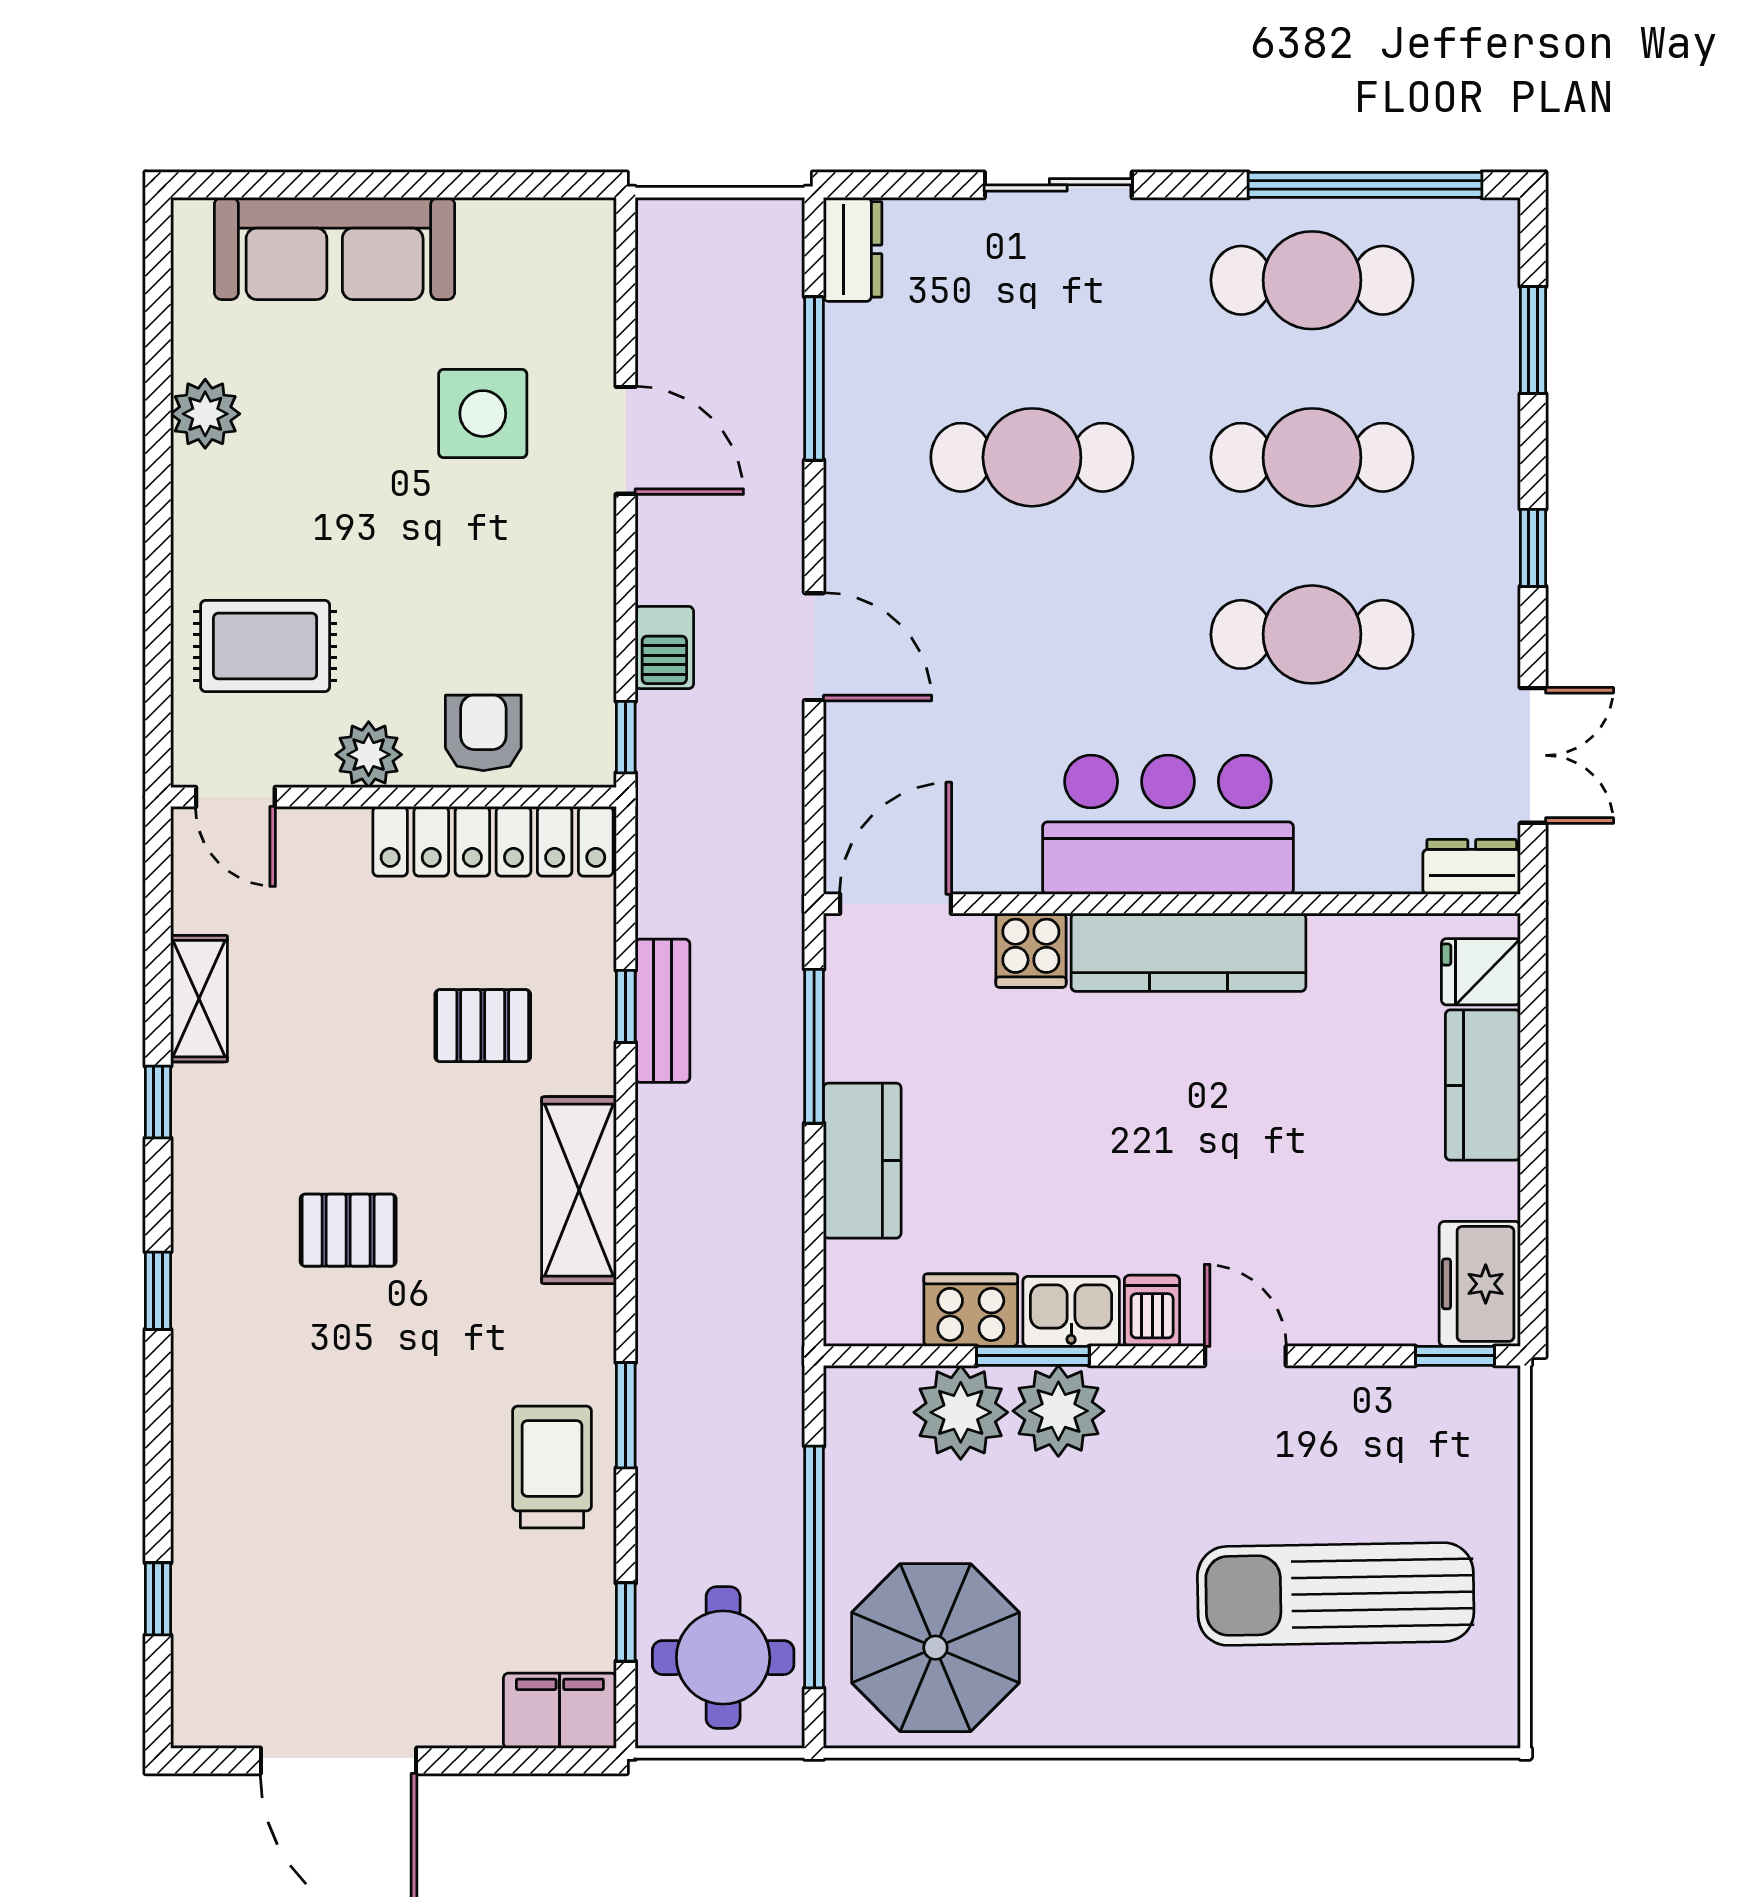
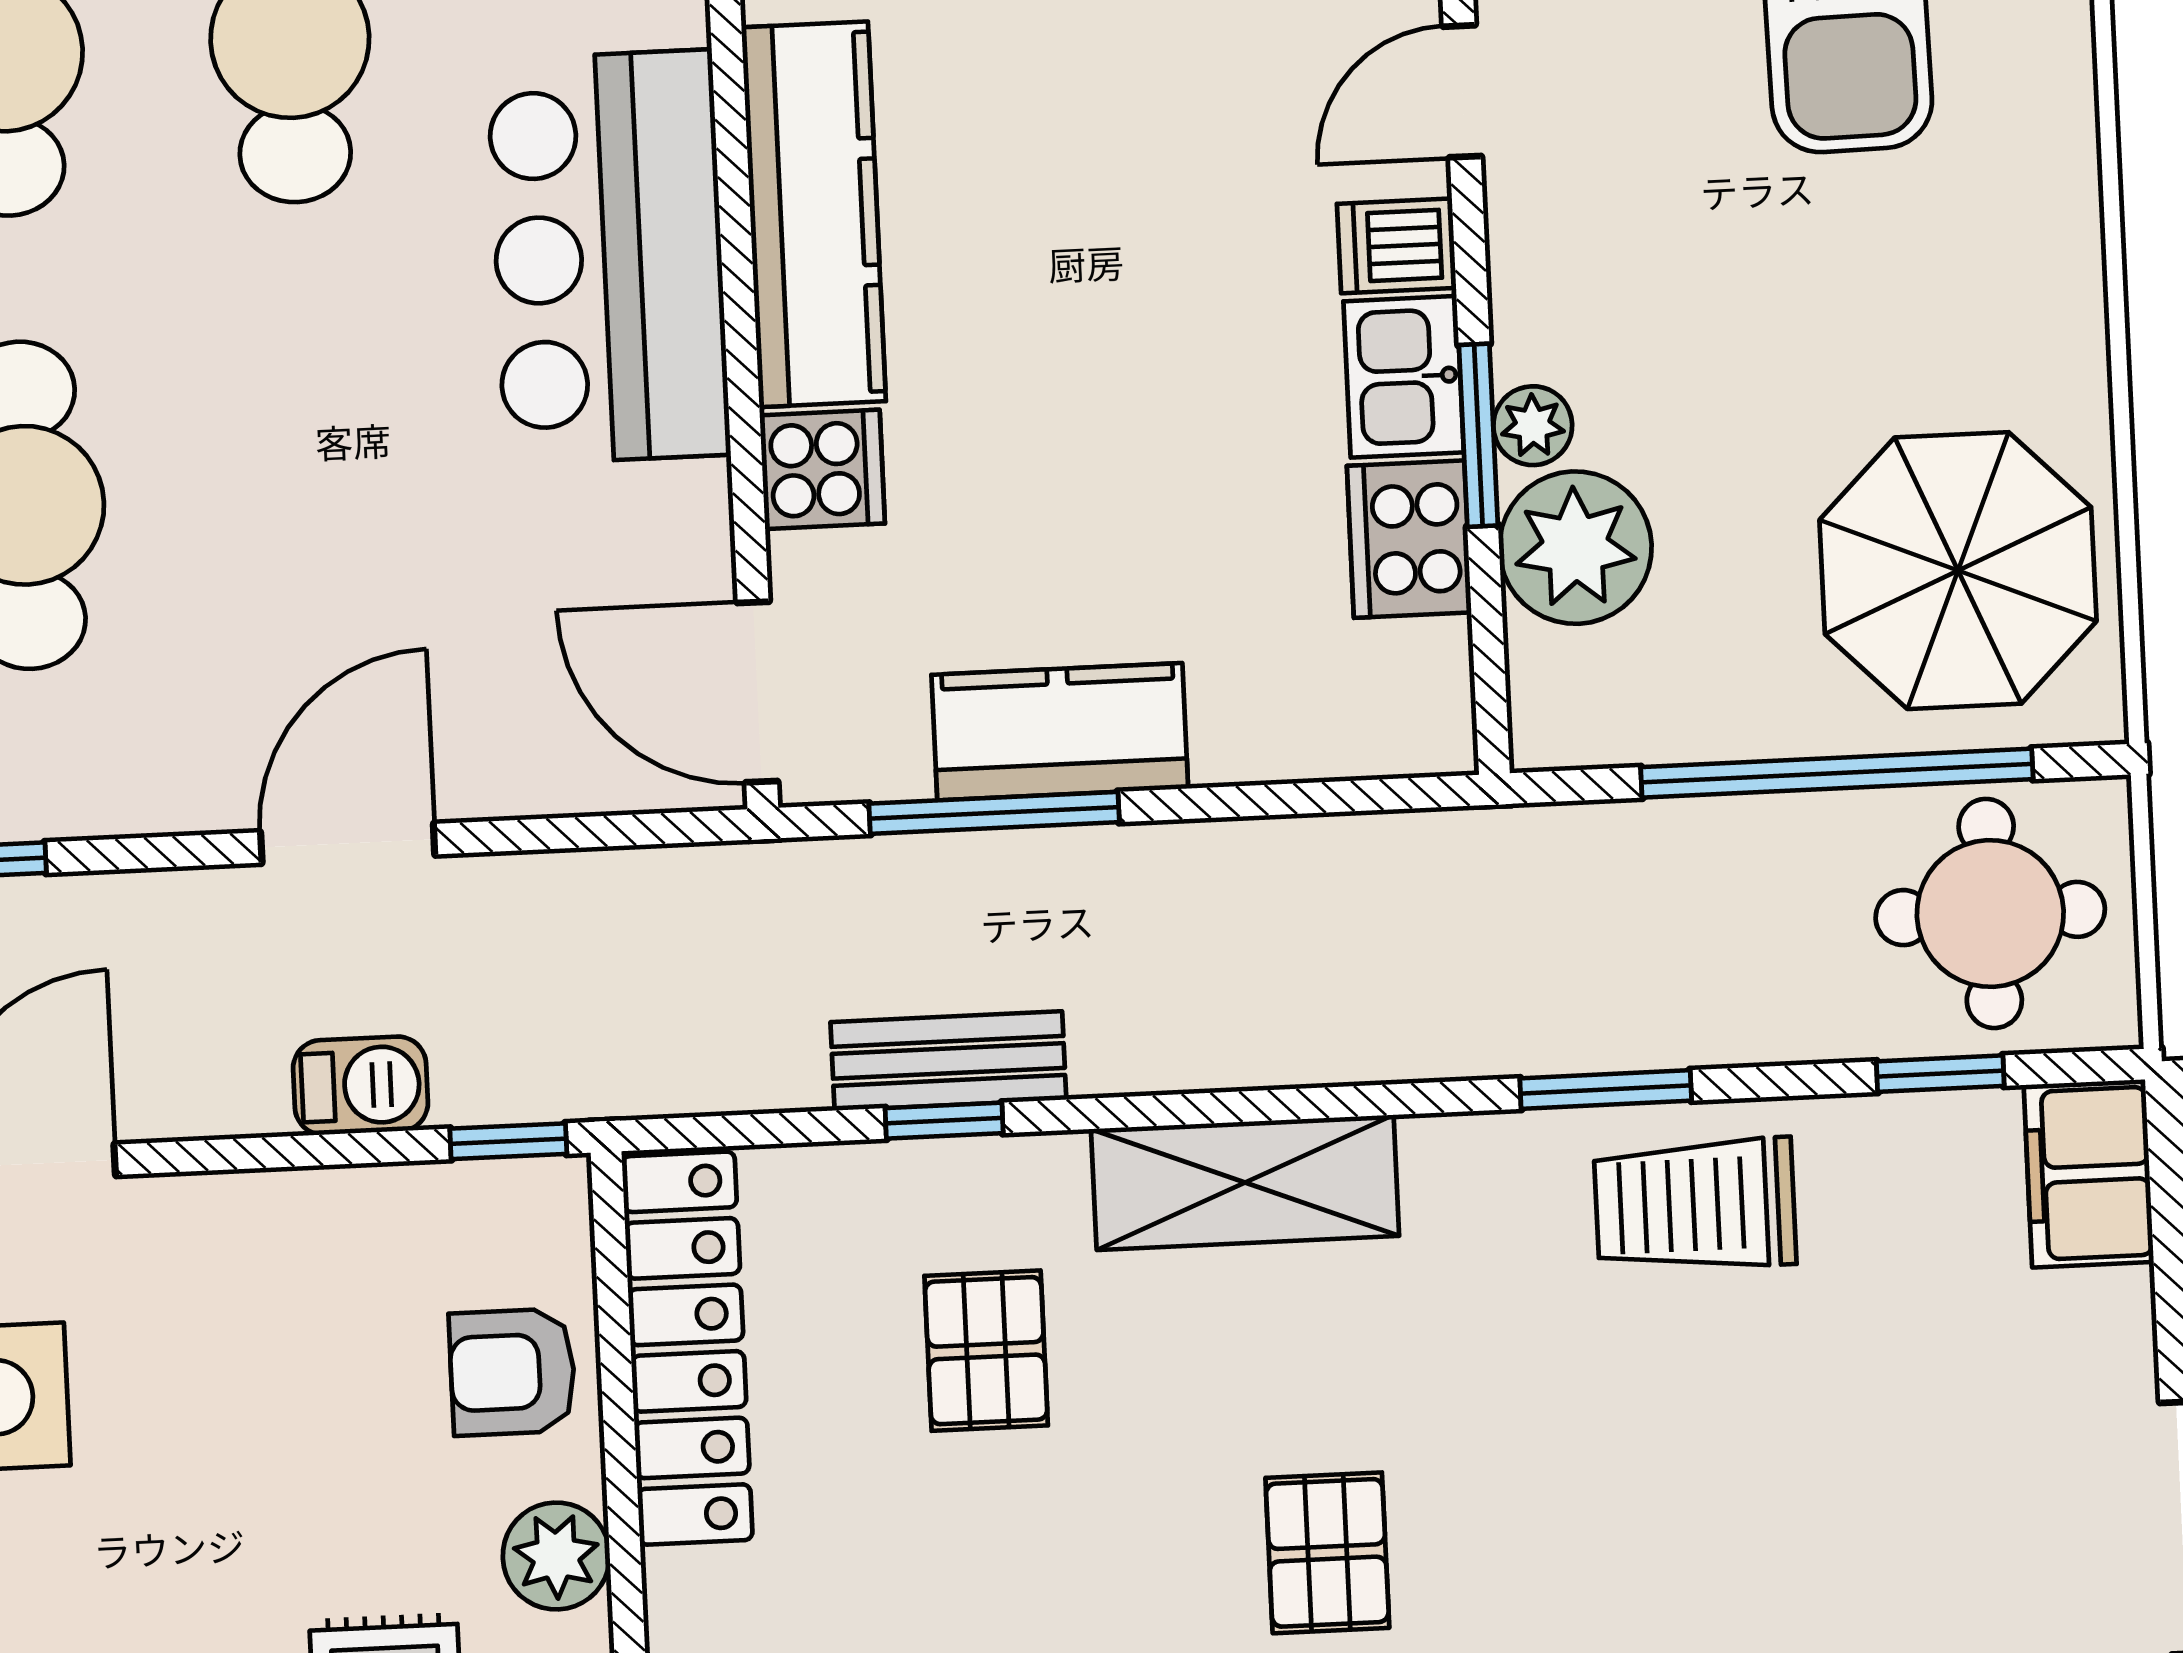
kitchen counter: (862, 1161) -> (1060, 732), moved
plant: (1058, 1411) -> (1533, 426), width x0.53, depth x0.53

